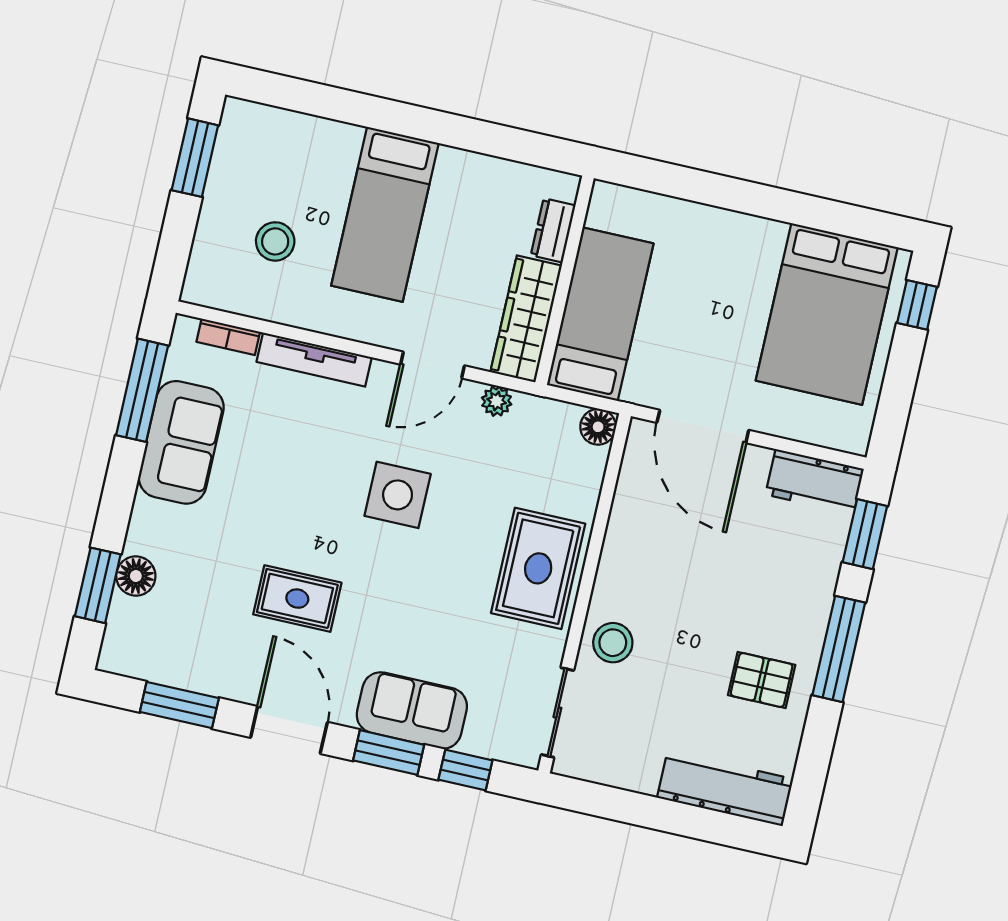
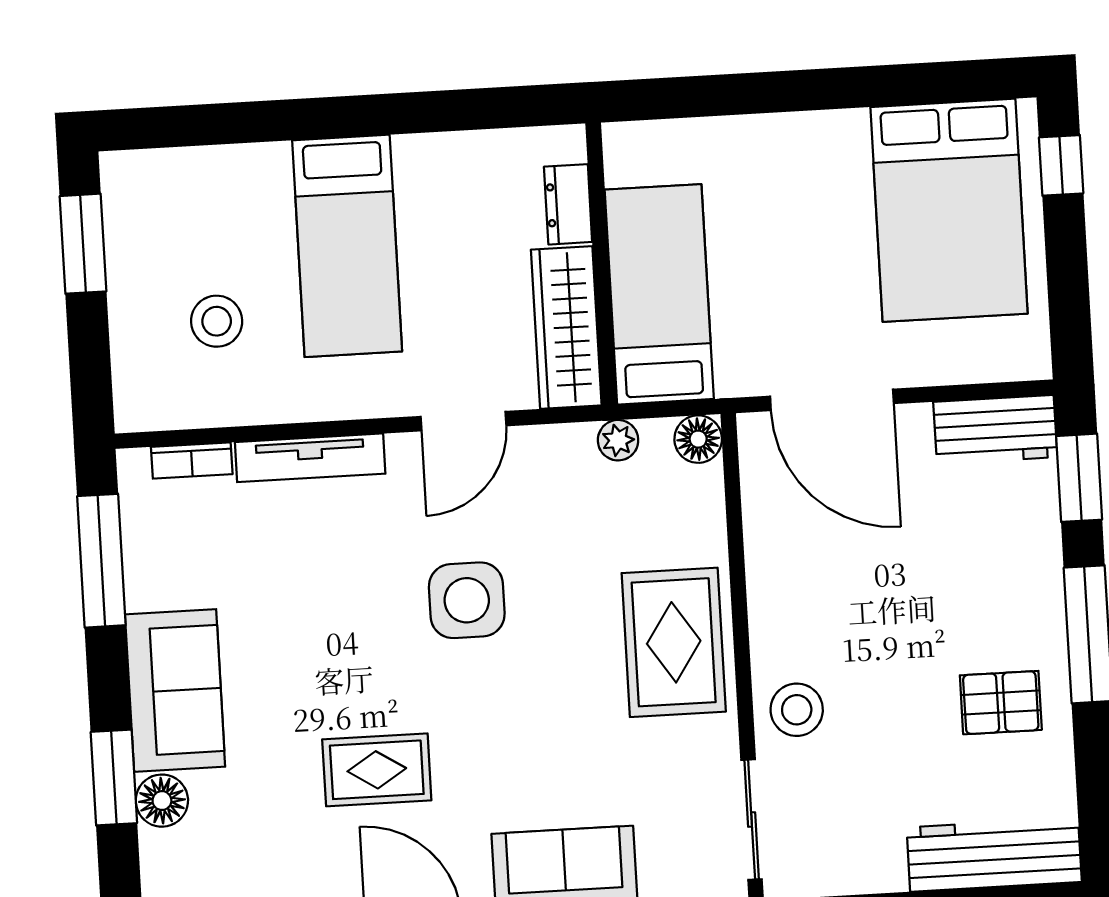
plant: (497, 401) -> (618, 440), moved
sofa: (181, 442) -> (175, 690), moved
window: (98, 585) -> (114, 777), moved

